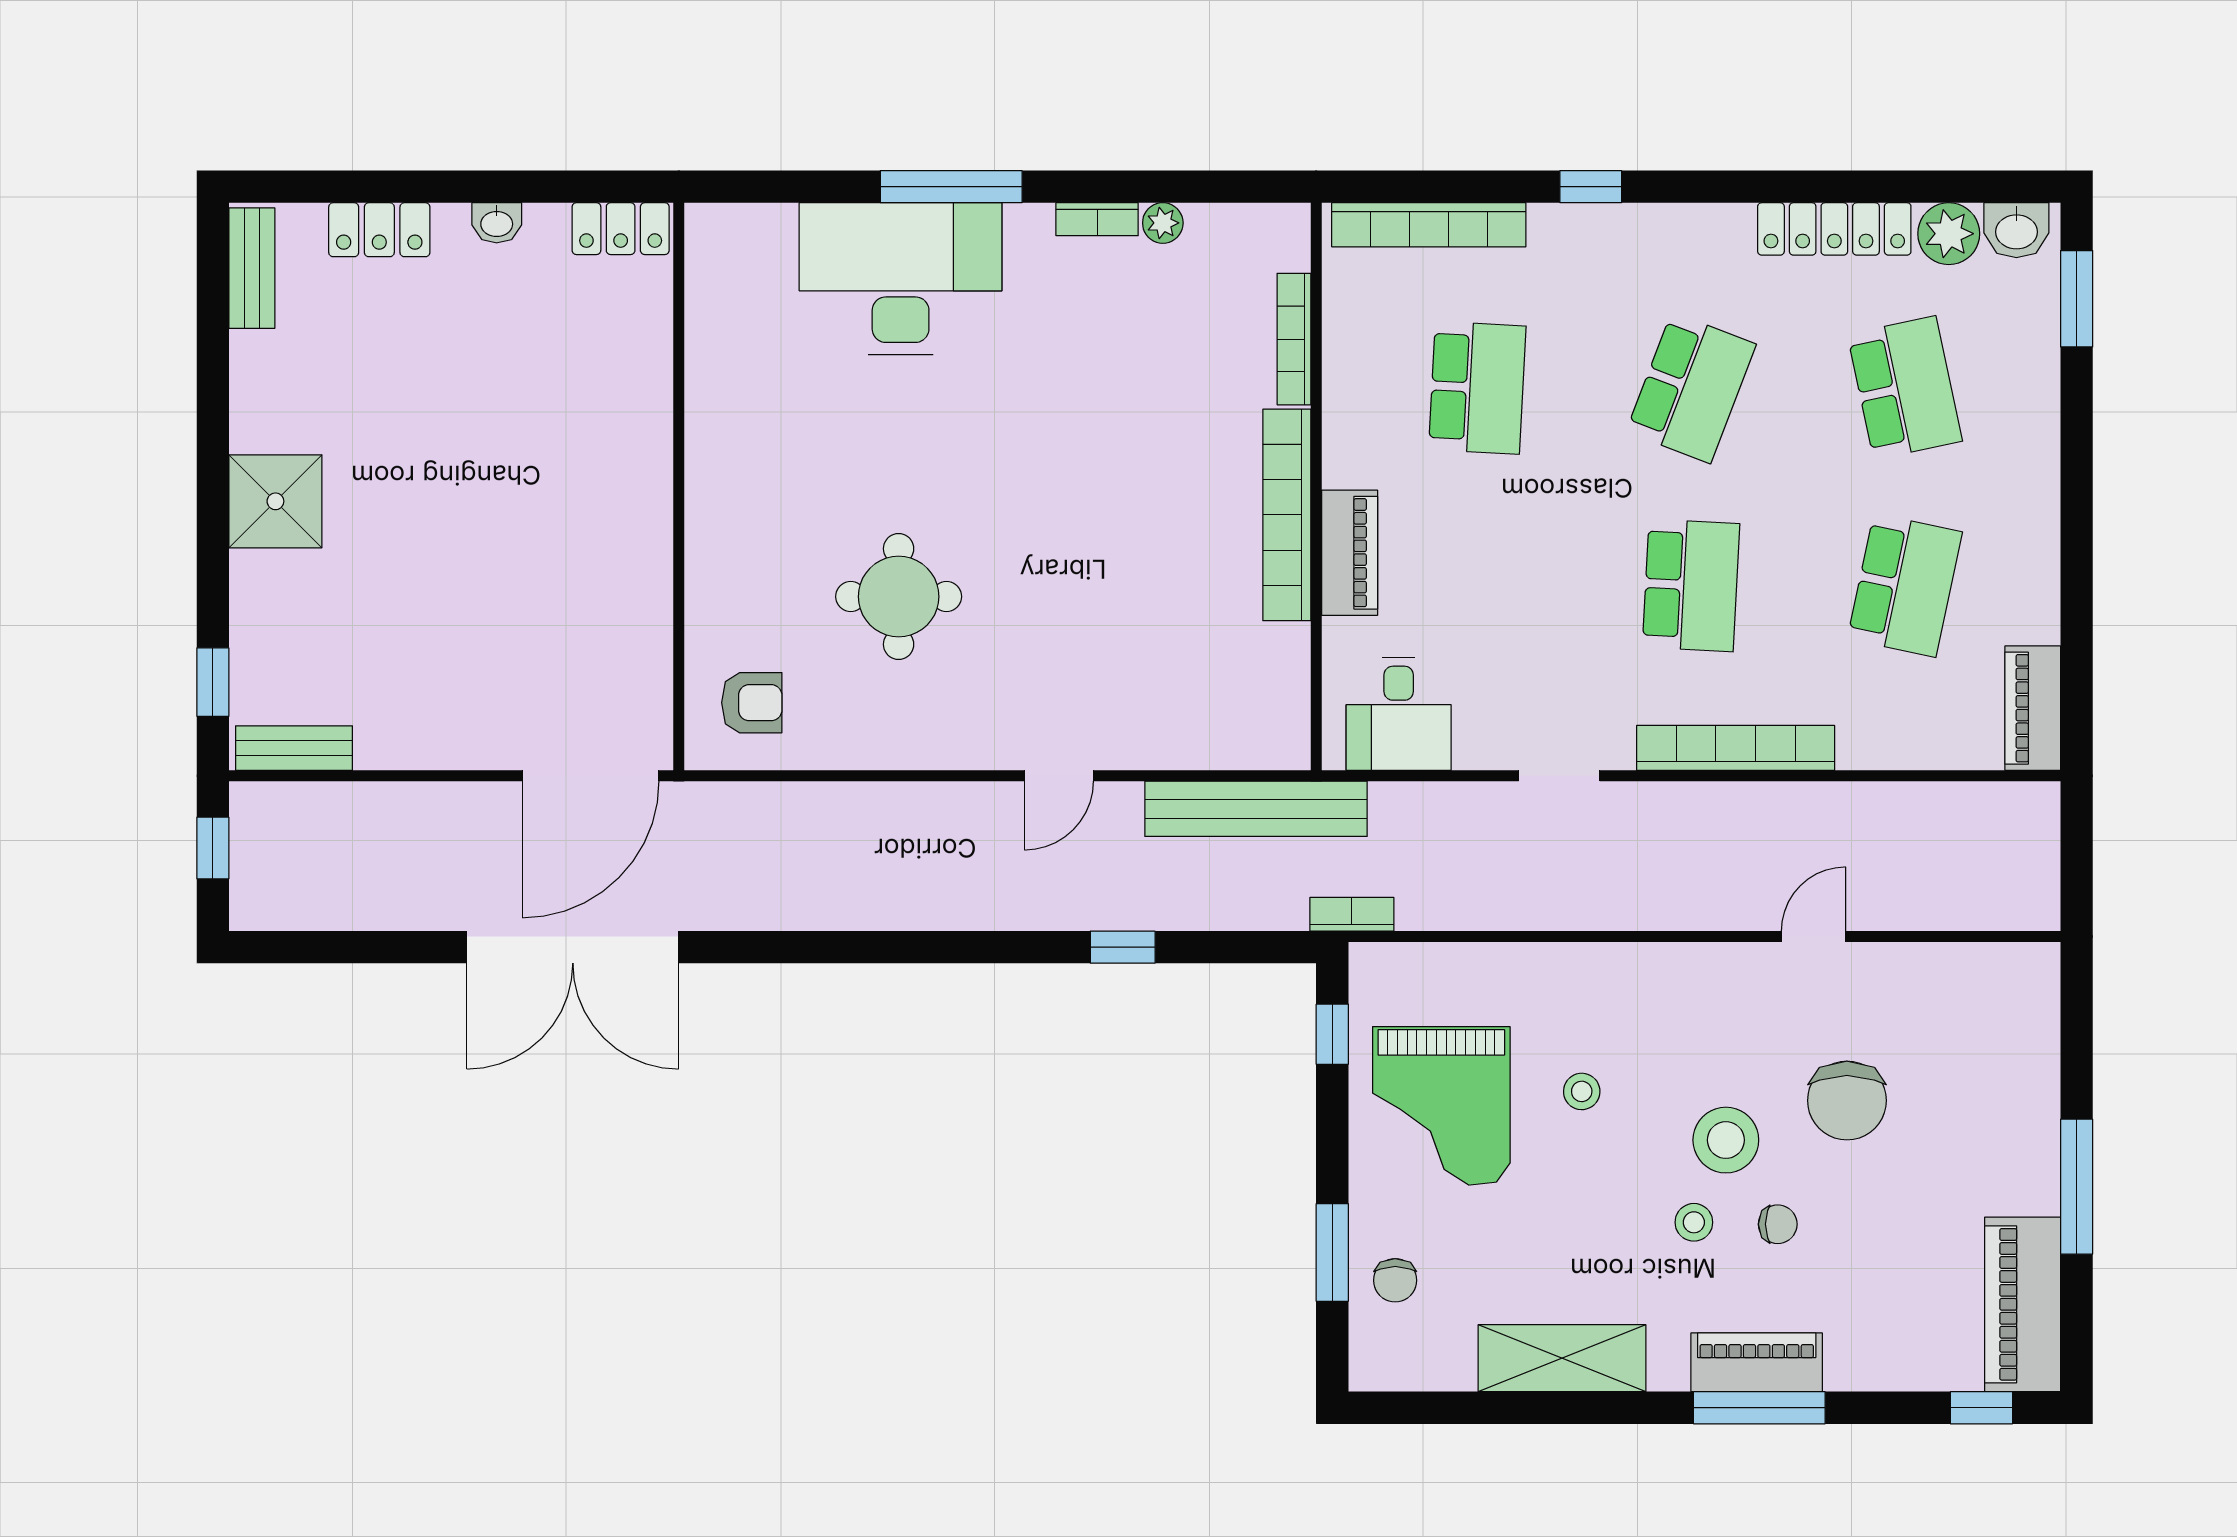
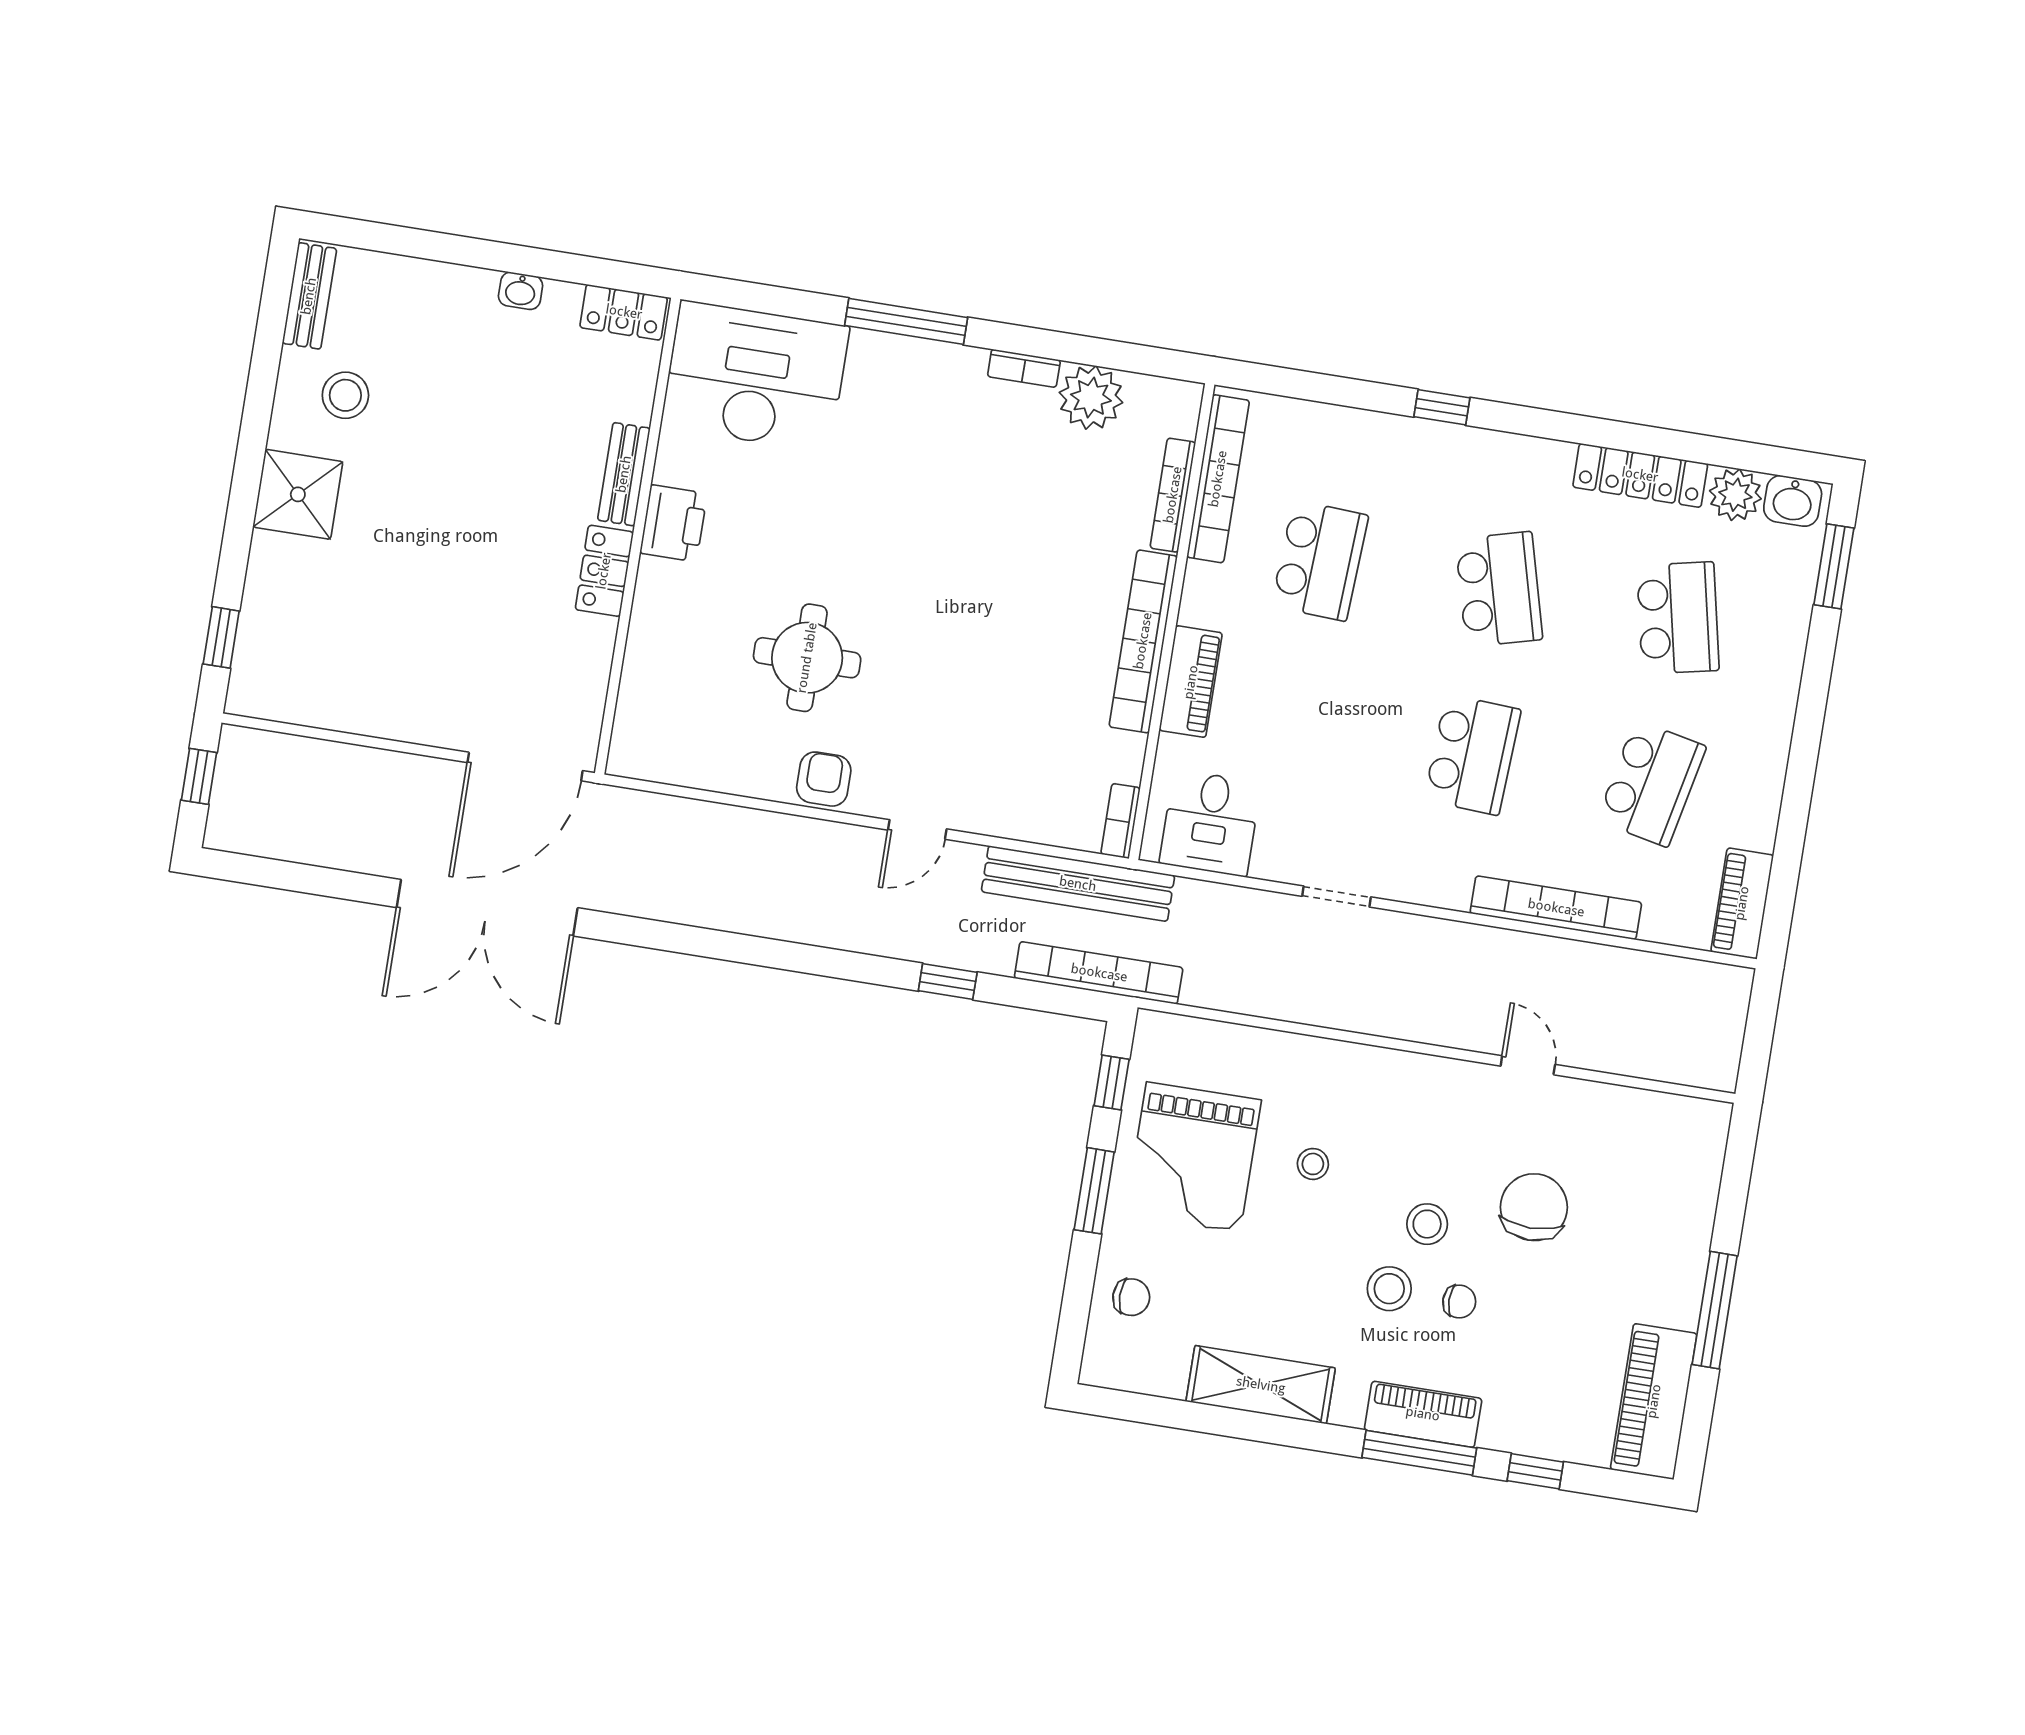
plant: (1163, 223) -> (1091, 398), width x1.87, depth x1.87
bookcase: (1429, 225) -> (1218, 479), moved, turned -90
locker: (379, 230) -> (604, 571), moved, turned 90
desk: (901, 279) -> (755, 376), moved
stool: (312, 377) -> (345, 395), added
school desk: (1691, 388) -> (1499, 589), turned -36
printer: (718, 465) -> (674, 523), added
armchair: (752, 703) -> (824, 779), moved, turned -90
bookcase: (1294, 728) -> (1121, 821), added
bench: (294, 748) -> (624, 474), moved, turned 90
bookcase: (1736, 748) -> (1556, 908), moved
bookcase: (1352, 914) -> (1099, 973), width x2.31, depth x1.31
door: (1814, 936) -> (1528, 1065), hinge flipped
chair: (1847, 1101) -> (1534, 1207), turned 180
stool: (1726, 1140) -> (1427, 1224), width x0.73, depth x0.73
stool: (1694, 1222) -> (1389, 1289), width x1.37, depth x1.37
window: (1332, 1252) -> (1094, 1191), moved
chair: (1395, 1280) -> (1131, 1297), turned -90
window: (1981, 1408) -> (1535, 1471), moved

